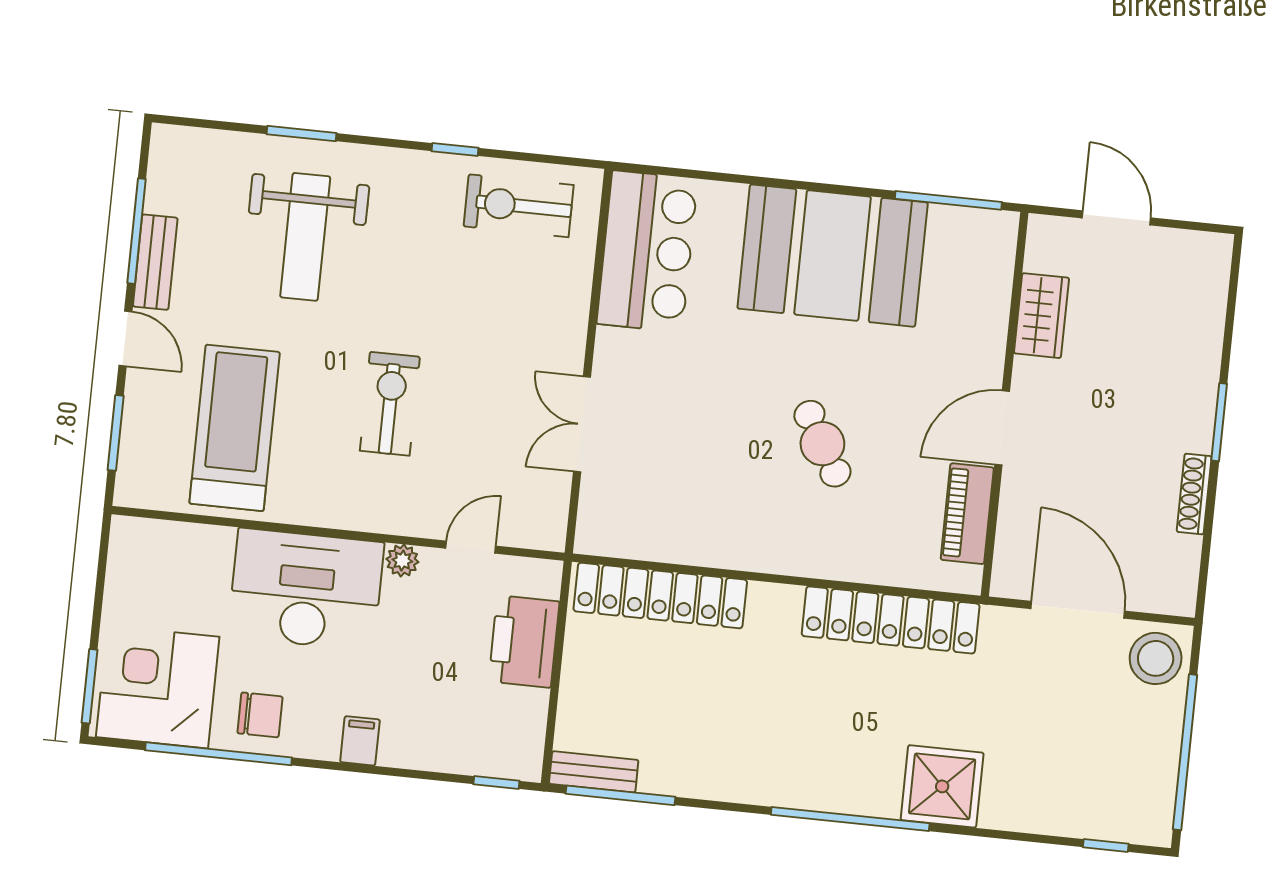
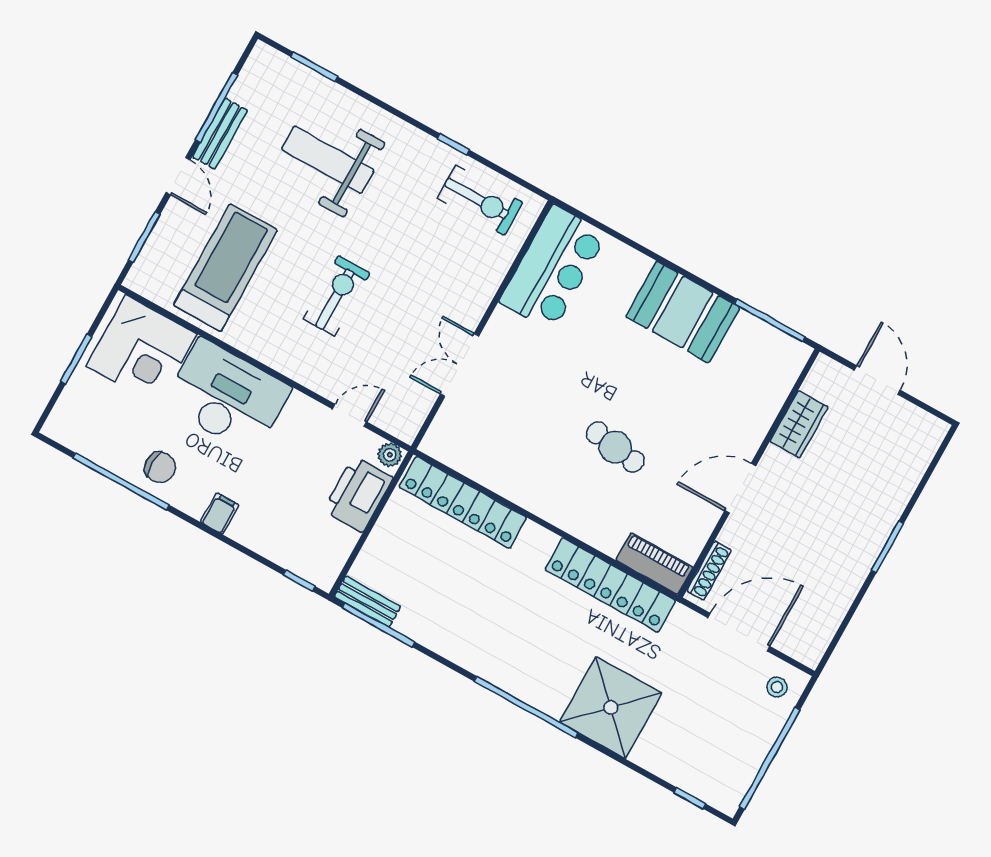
window: (302, 134) -> (314, 67), moved
exercise bike: (519, 206) -> (480, 200), turned 180
weight bench: (305, 237) -> (328, 160), turned 90
booth: (833, 256) -> (683, 312), width x0.73, depth x0.70
cafe table: (822, 444) -> (615, 447), turned -51
shoe rack: (1194, 494) -> (709, 571), moved, turned 180
piano: (967, 514) -> (654, 564), moved, turned 90
plant: (402, 561) -> (390, 455), moved
door: (1078, 610) -> (739, 632), hinge flipped
stool: (1156, 658) -> (777, 687), width x0.53, depth x0.53
window: (89, 686) -> (76, 359), moved
corner desk: (158, 687) -> (142, 350), moved, turned 180
shower: (942, 786) -> (611, 708), width x1.37, depth x1.37

